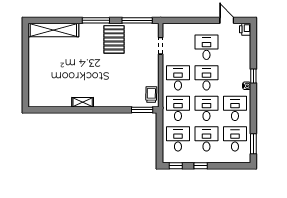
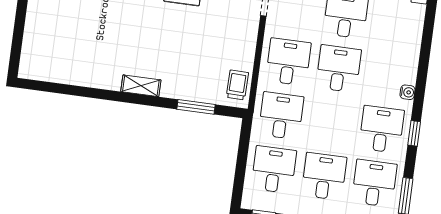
window: (253, 76) -> (414, 133), moved
shelving: (83, 102) -> (141, 86), moved
desk: (206, 108) -> (331, 122), removed
window: (142, 110) -> (196, 107), moved

